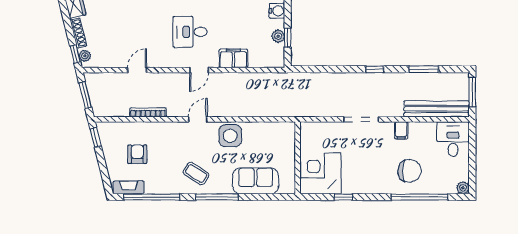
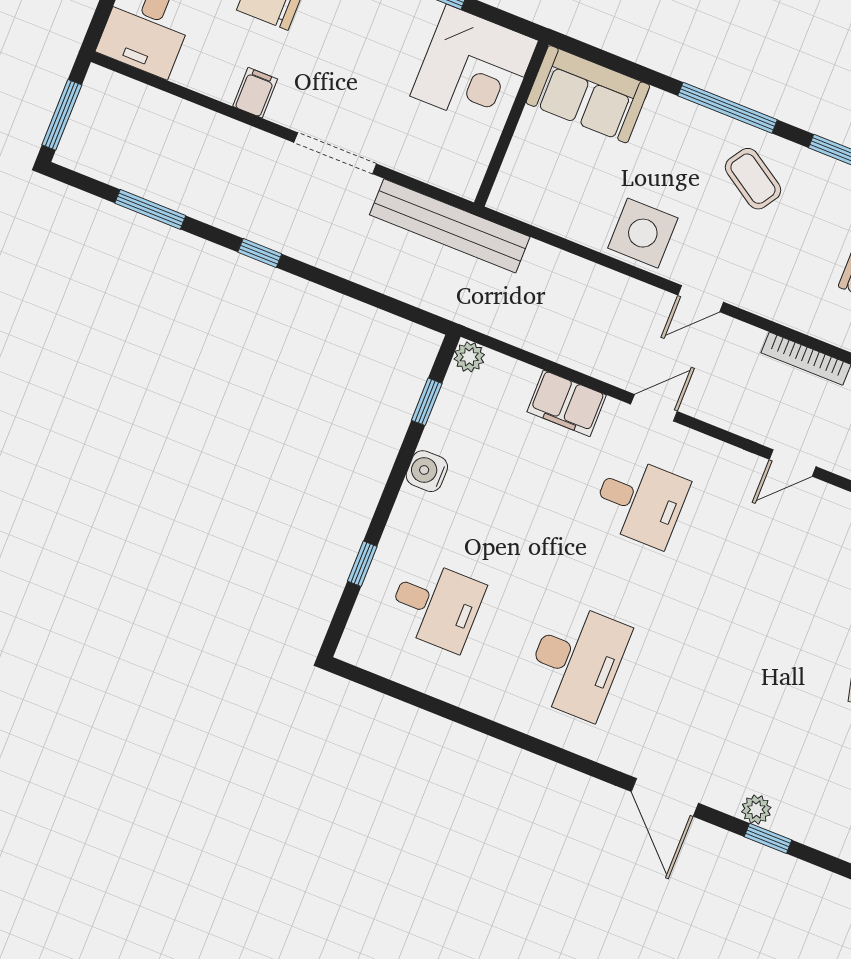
plant: (278, 36) -> (469, 357), moved
bench: (437, 109) -> (450, 226), moved
sofa: (256, 181) -> (588, 94), moved

